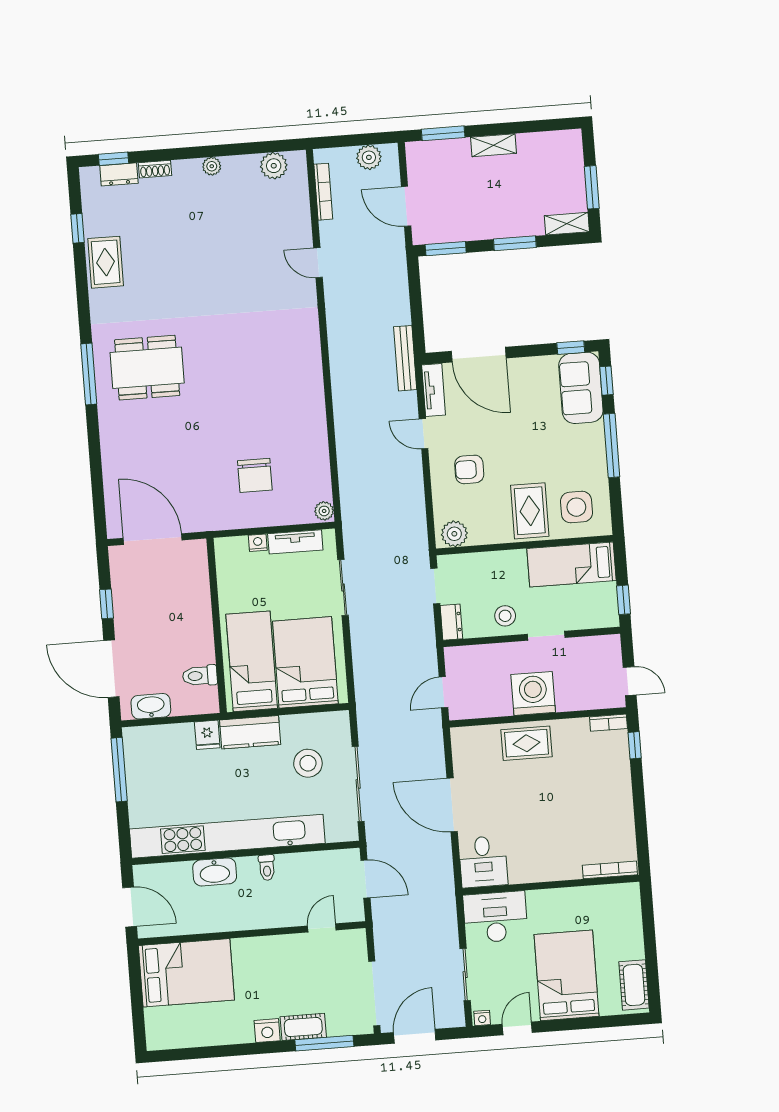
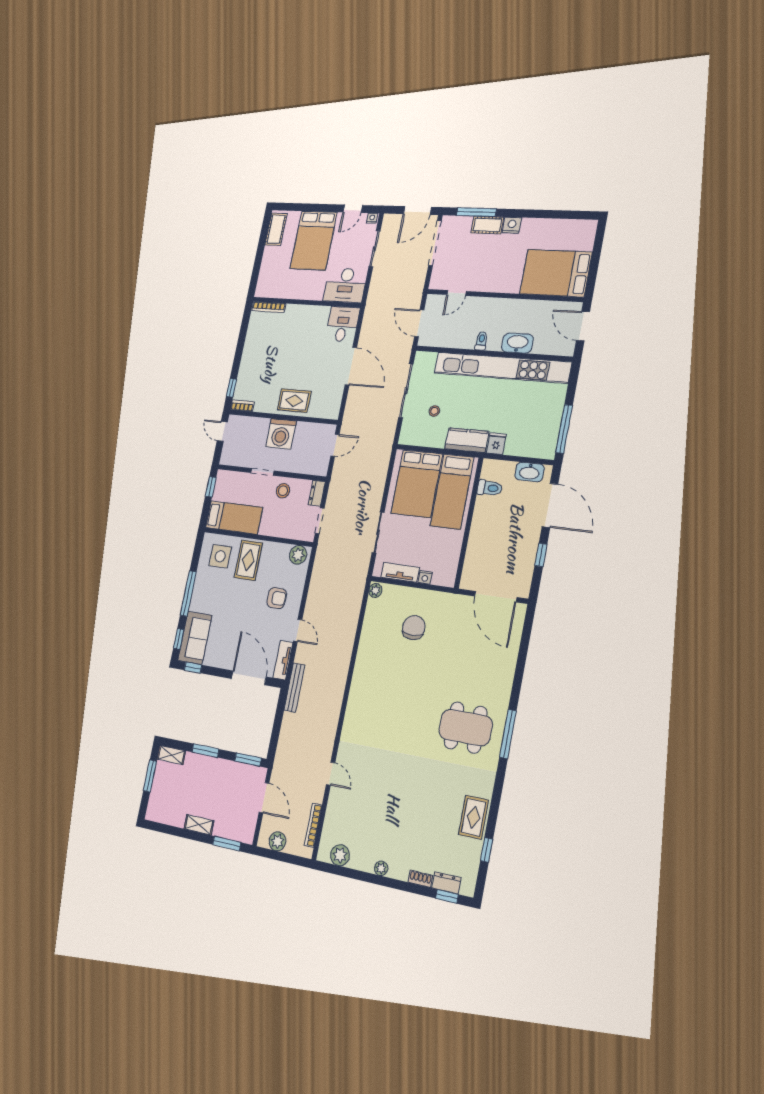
stool: (308, 763) -> (434, 411), width x0.53, depth x0.53

